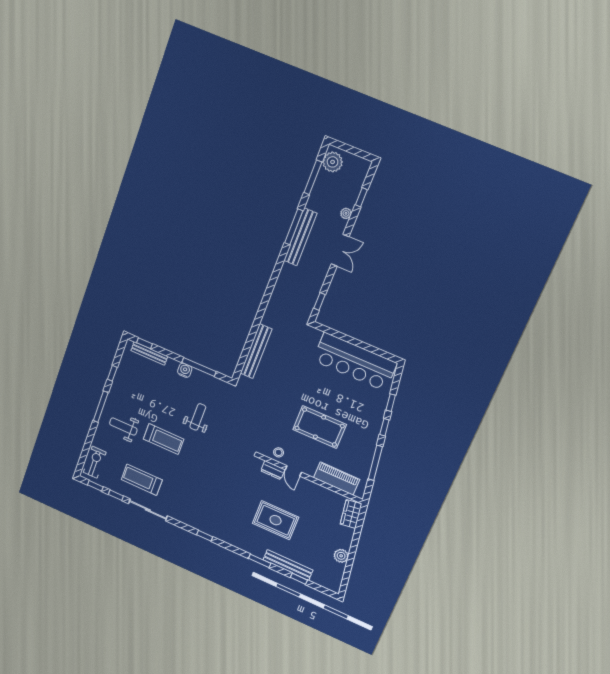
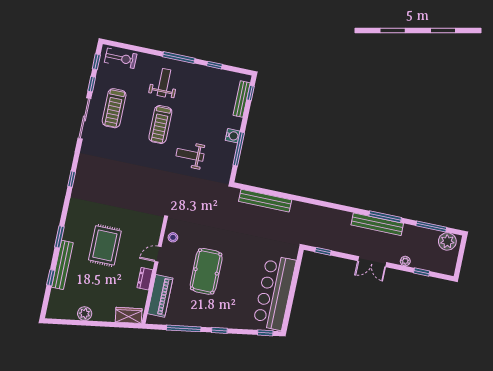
window: (391, 403) -> (265, 333), moved
weight bench: (198, 417) -> (190, 155), turned 180
dresser: (273, 470) -> (145, 279), moved
treadmill: (142, 480) -> (114, 108), turned 180

